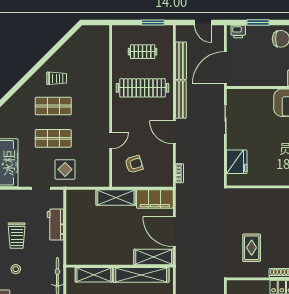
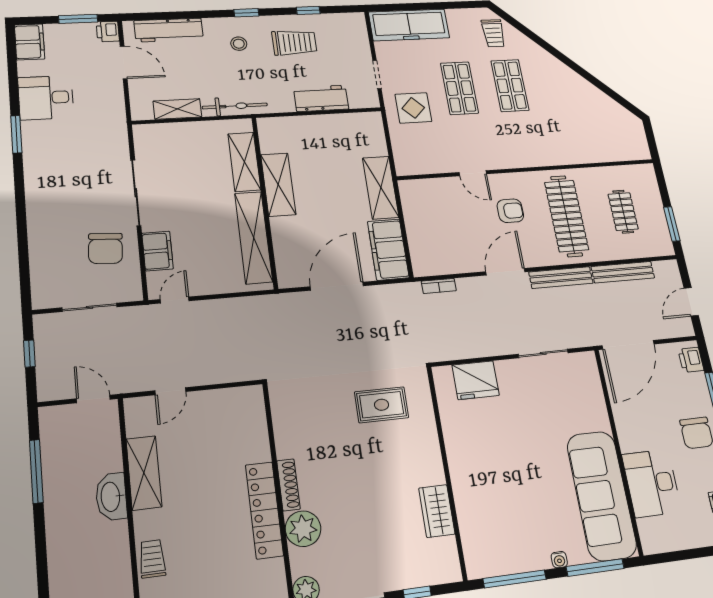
door: (225, 68) -> (628, 345), swing flipped
trolley: (57, 78) -> (493, 33), moved
armchair: (134, 164) -> (510, 211), moved, turned -73
trolley: (17, 236) -> (294, 43), turned 180
rug: (252, 248) -> (382, 405), moved
shelving: (154, 257) -> (278, 185), moved

